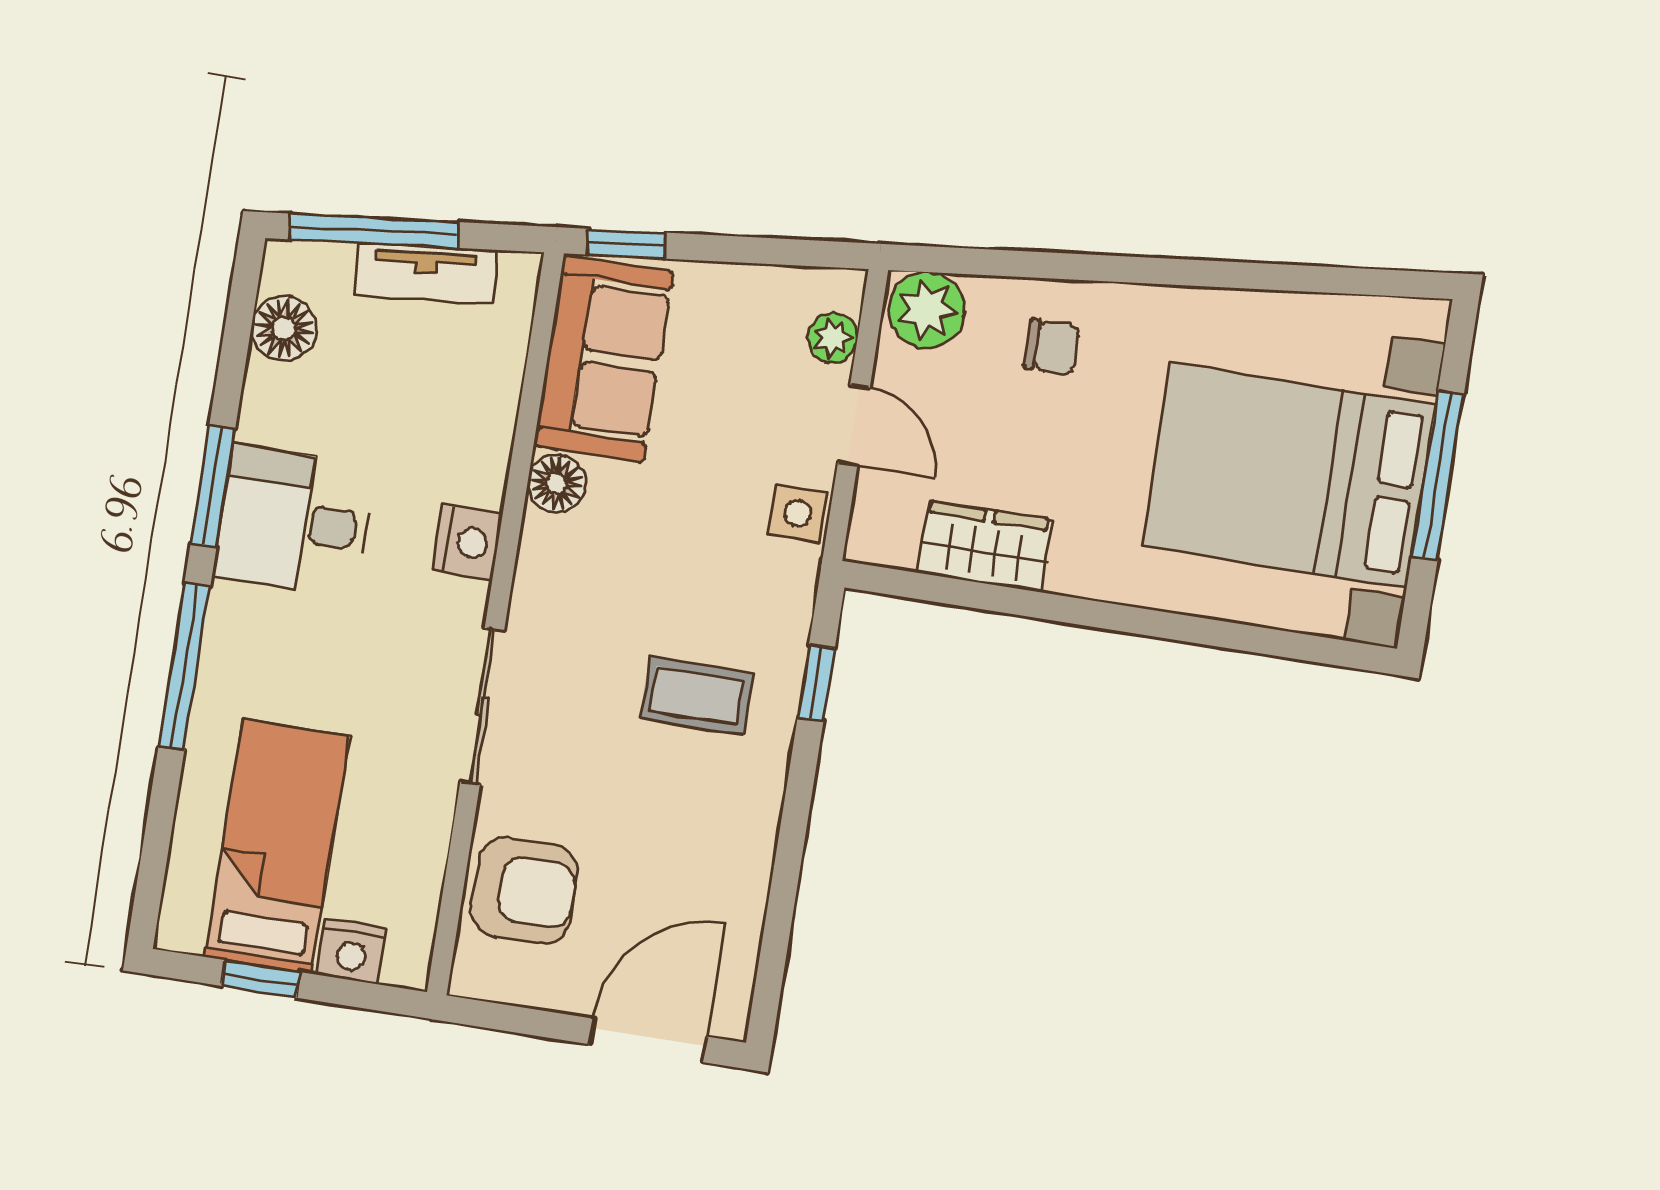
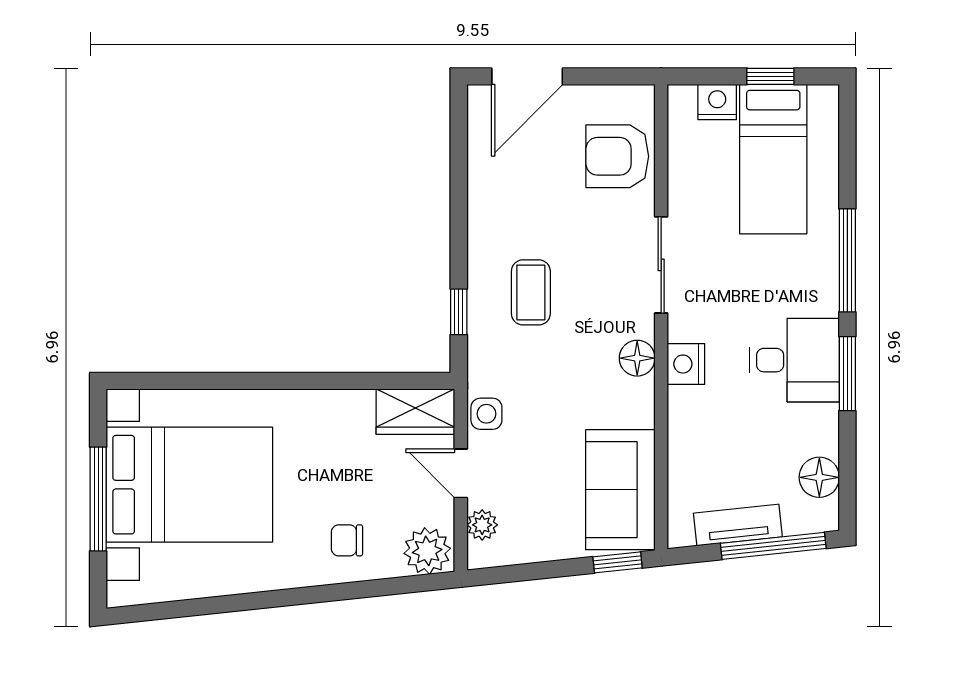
floor lamp: (557, 484) -> (637, 358), moved
wardrobe: (985, 546) -> (415, 412), moved
coffee table: (697, 695) -> (531, 292), turned 90

